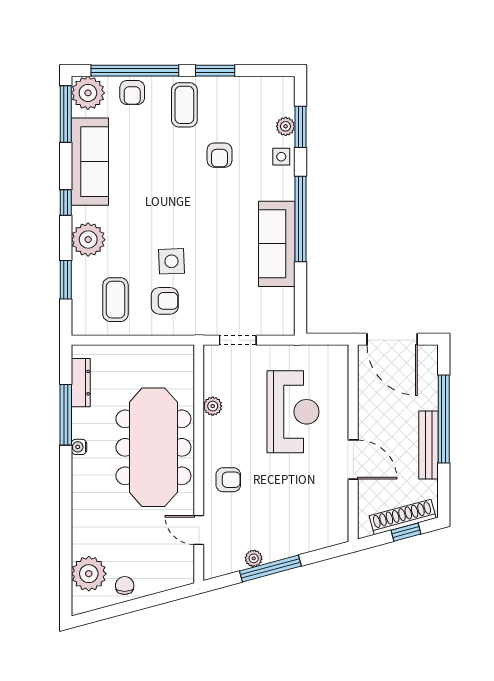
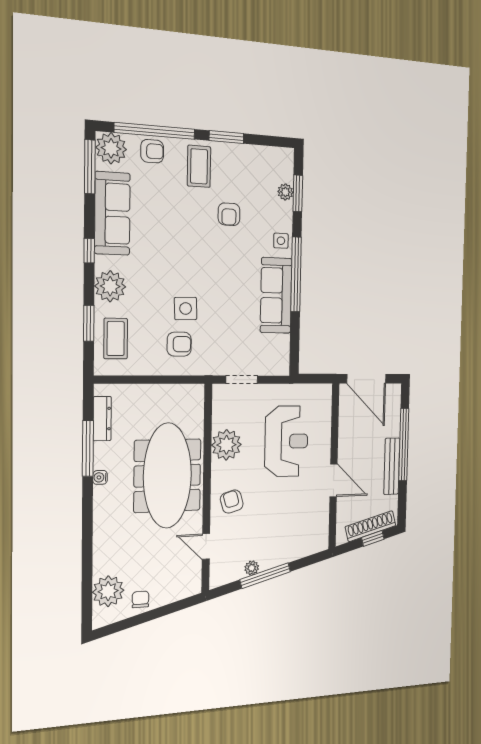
armchair: (132, 93) -> (152, 151), turned -90
side table: (281, 157) -> (281, 241), moved
coffee table: (115, 300) -> (116, 339), moved
plant: (213, 406) -> (226, 445), width x1.88, depth x1.88
armchair: (228, 480) -> (232, 502), turned -106

